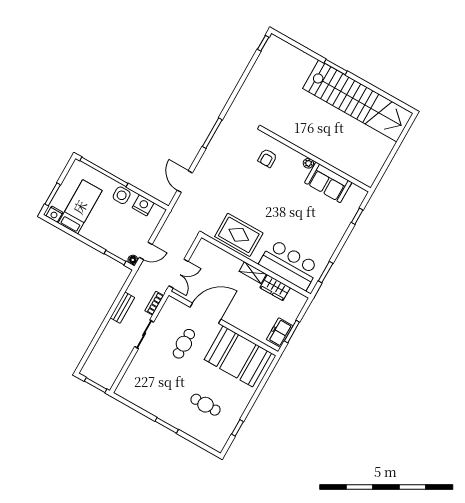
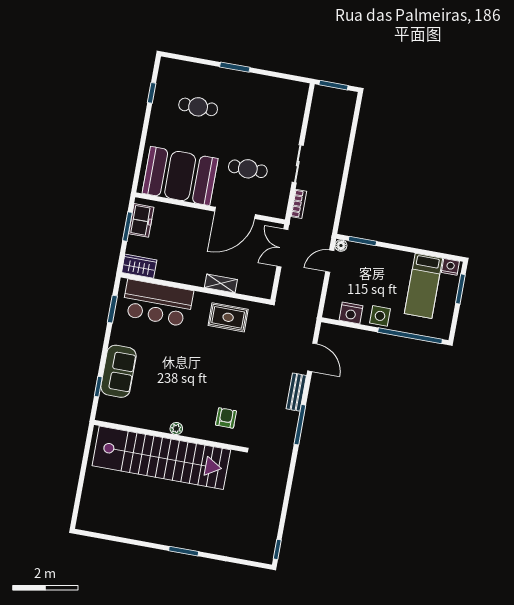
stairs: (358, 101) -> (161, 458), moved, turned 180
sofa: (328, 182) -> (118, 371), moved, turned 90
rug: (239, 235) -> (228, 317), width x0.73, depth x0.70
shelving: (253, 273) -> (221, 284), moved
wardrobe: (275, 288) -> (139, 266), moved
bench: (122, 308) -> (296, 392), moved
cafe table: (184, 344) -> (248, 169), turned 90

